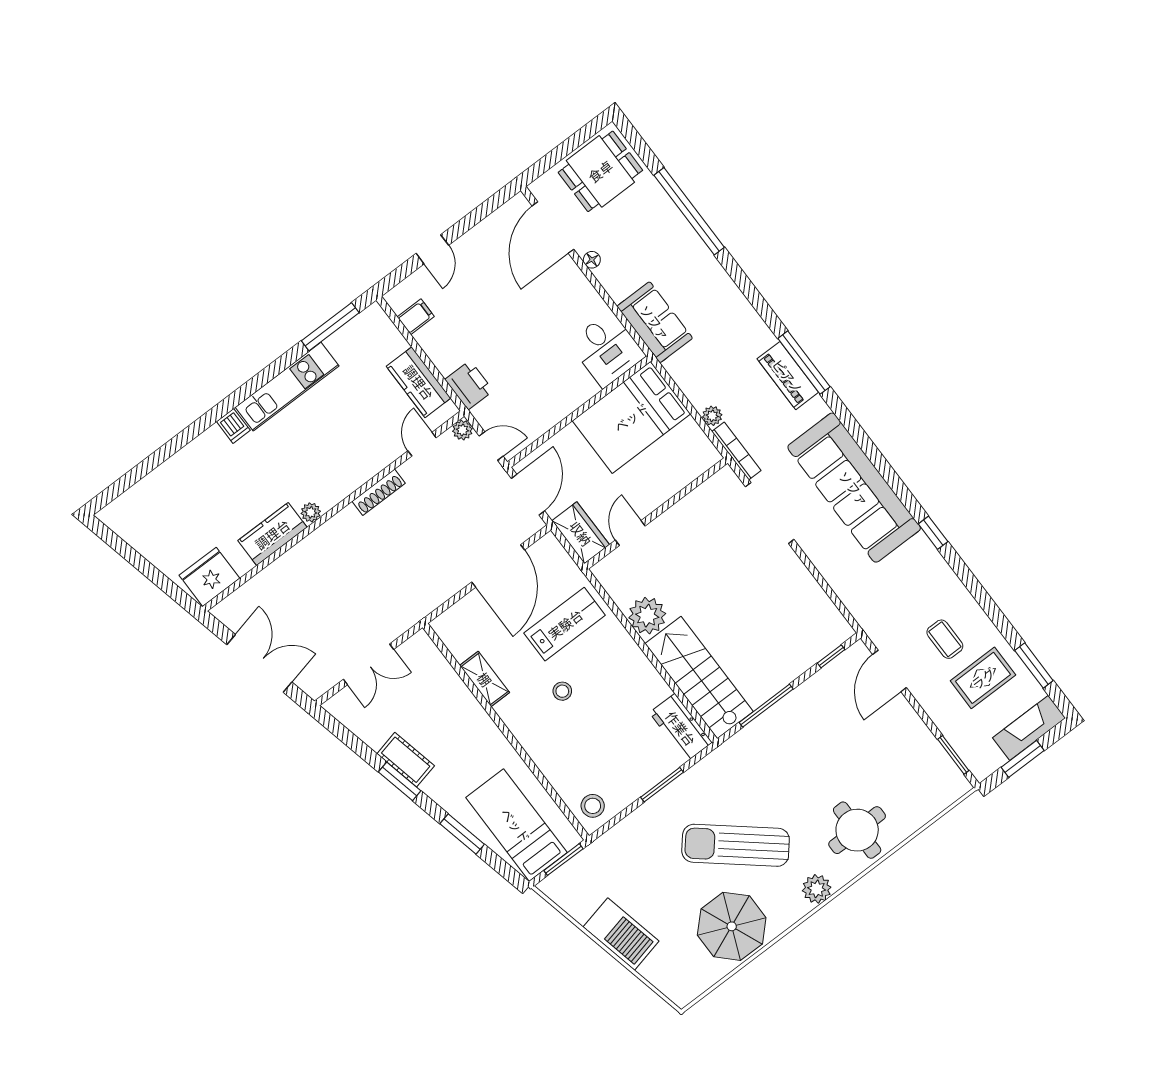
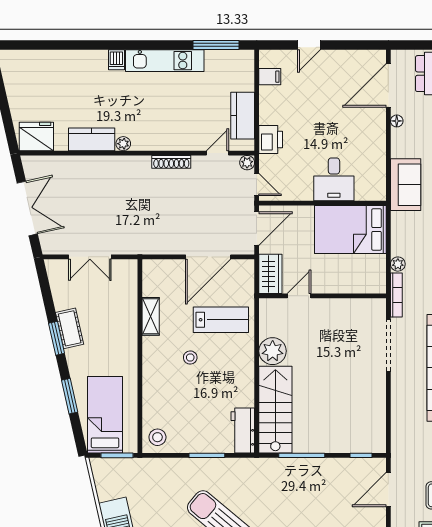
desk: (607, 349) -> (334, 179), moved

